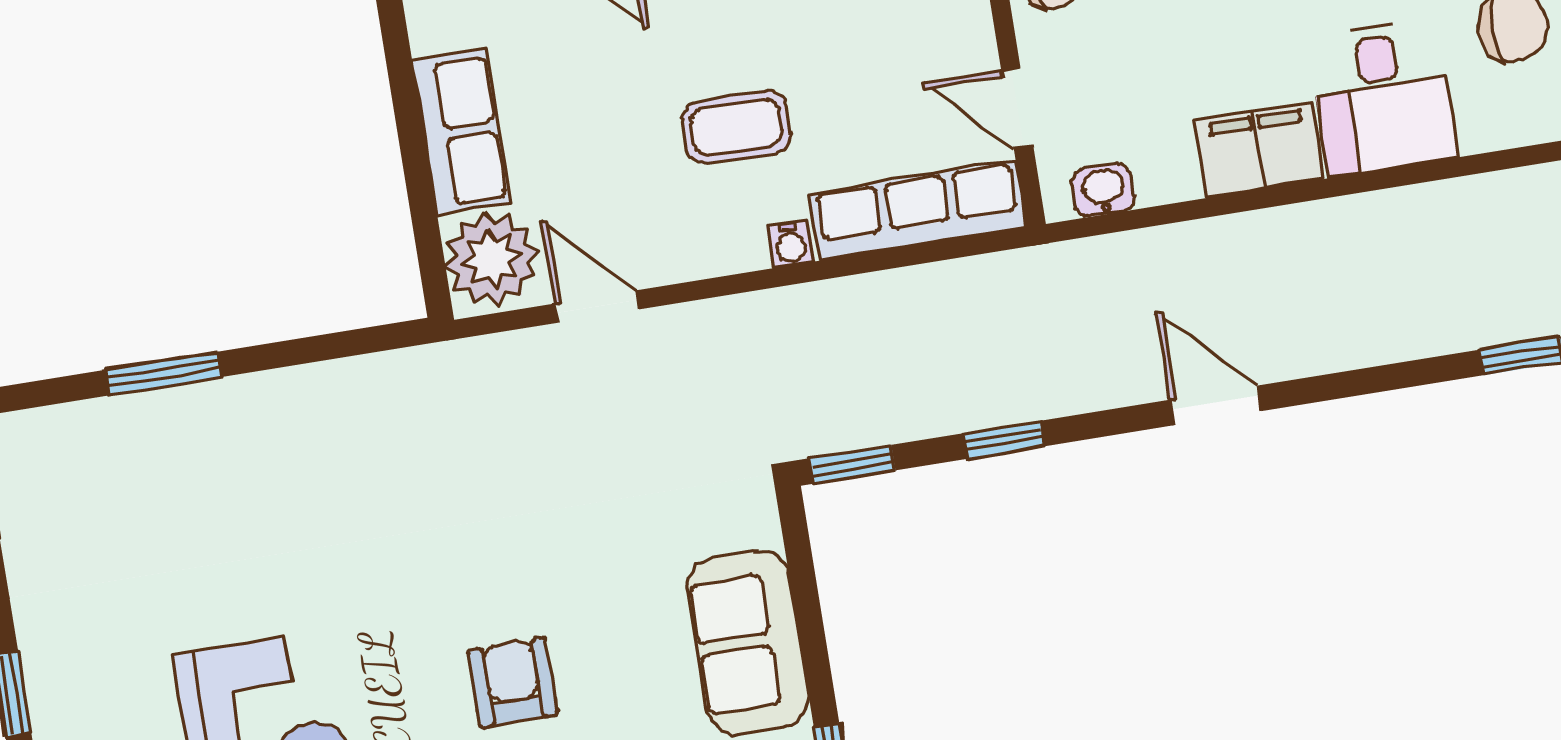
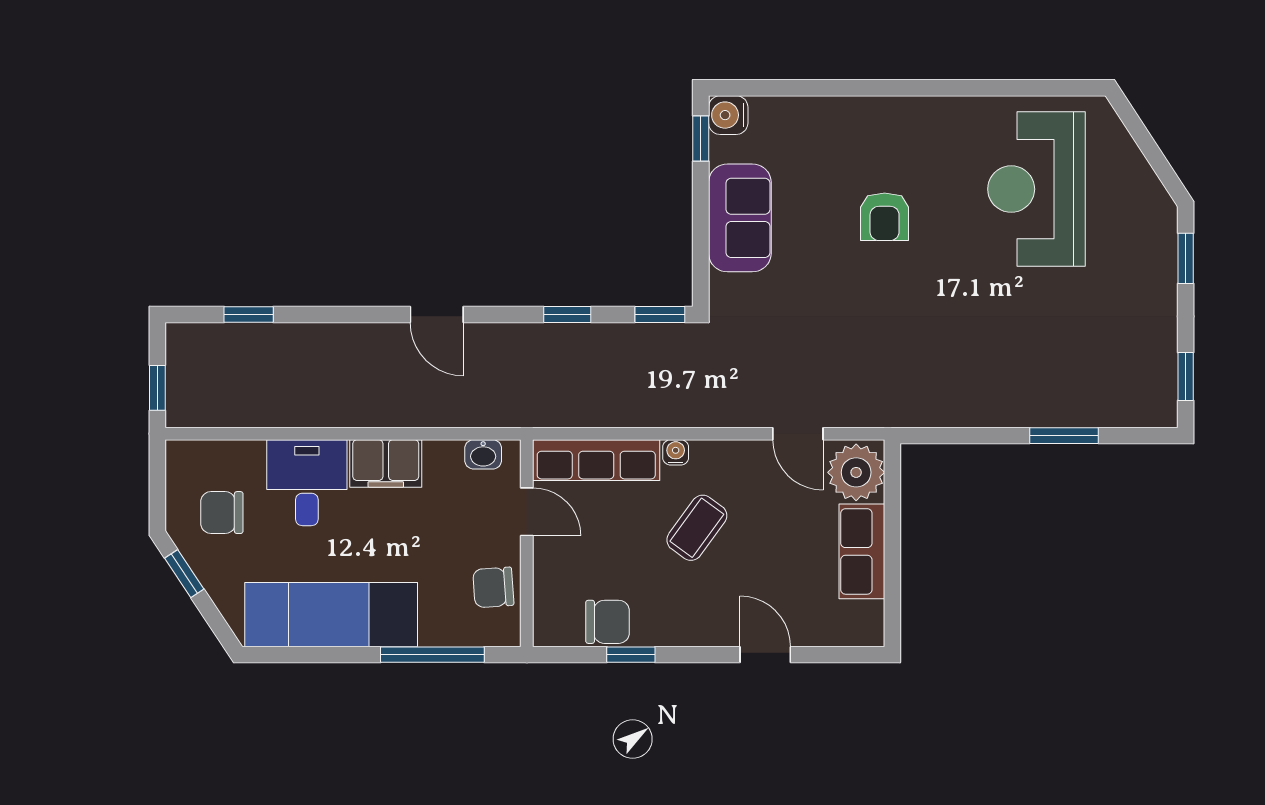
coffee table: (736, 127) -> (697, 528), turned -54

